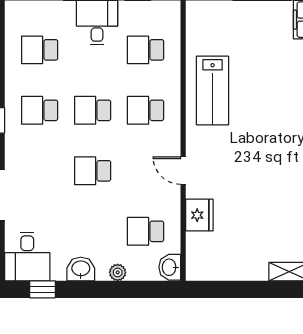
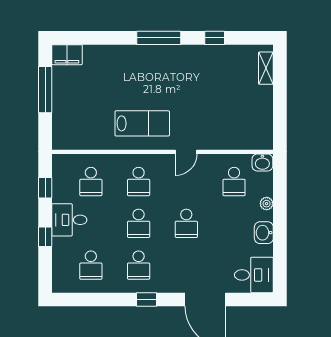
lab bench: (213, 91) -> (142, 123), moved
fridge: (199, 215) -> (221, 139), removed
window: (43, 289) -> (280, 263), removed

